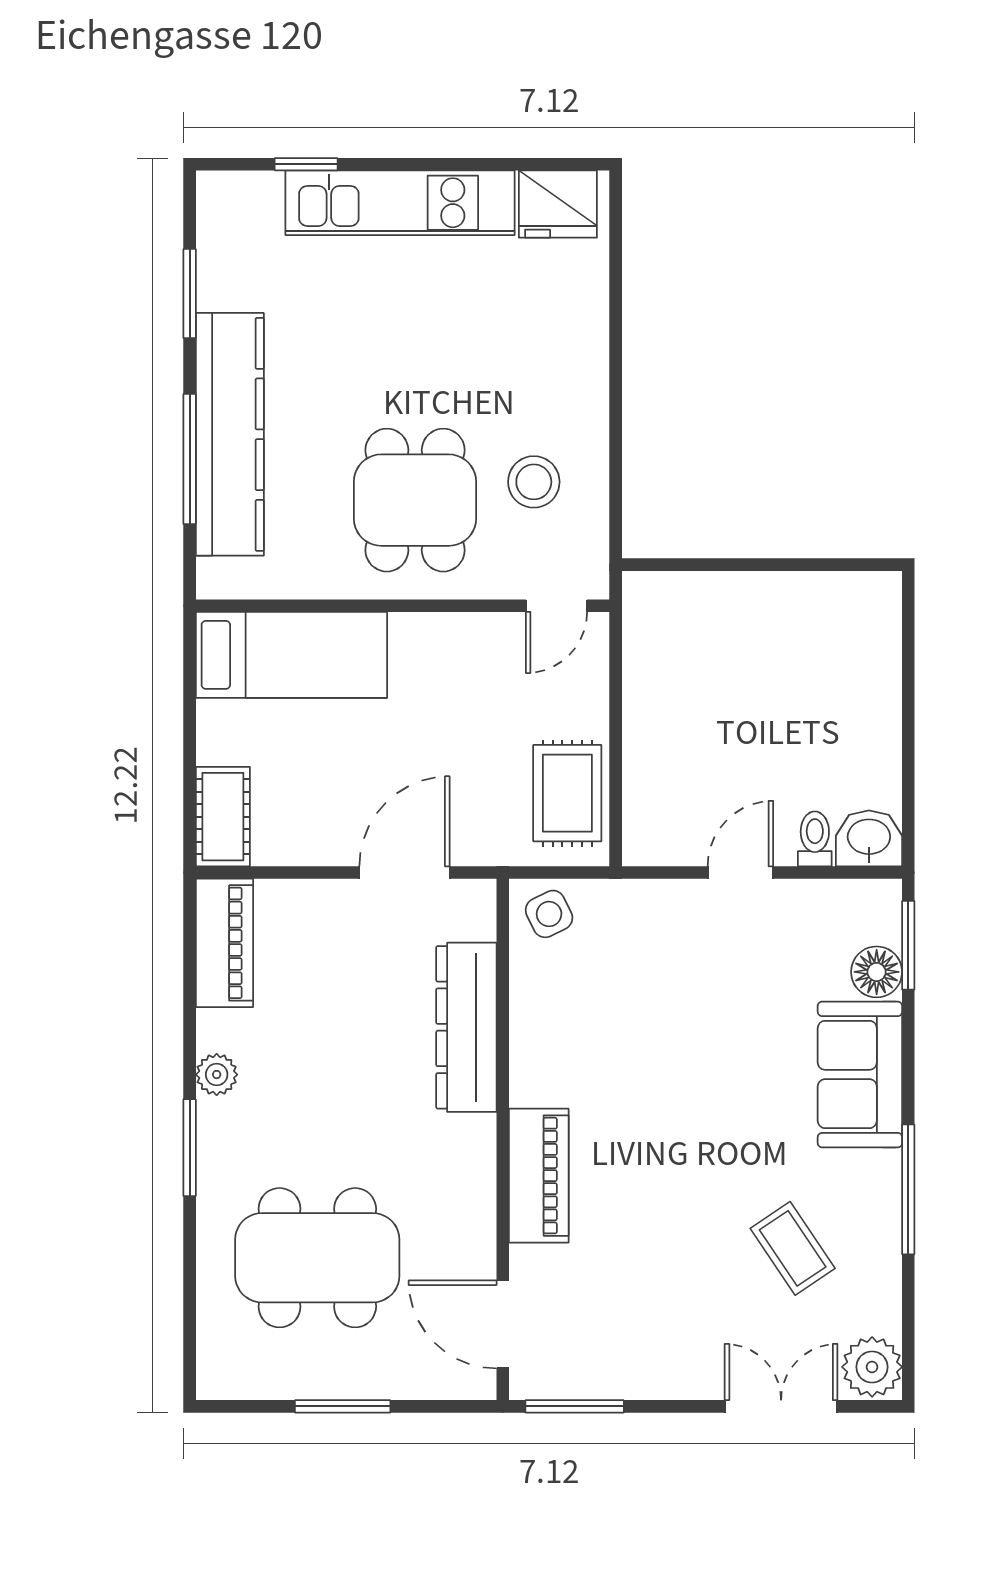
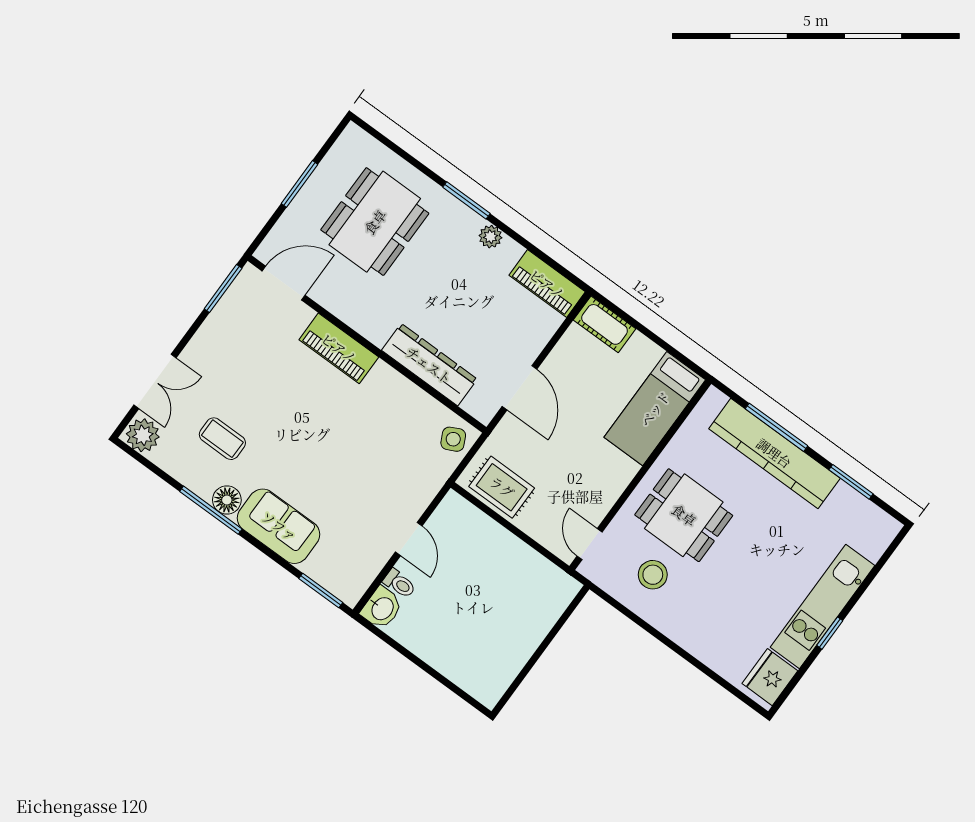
window: (306, 164) -> (830, 633), moved
floor lamp: (877, 972) -> (227, 500), moved
coffee table: (793, 1248) -> (222, 439), turned 34

